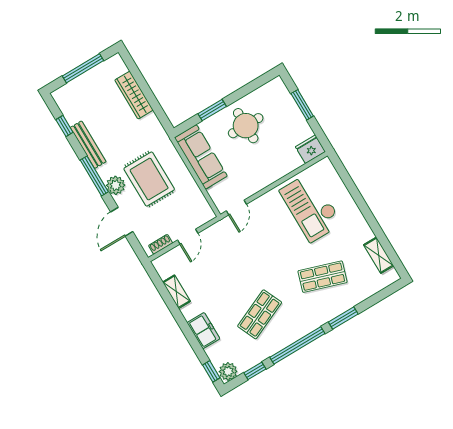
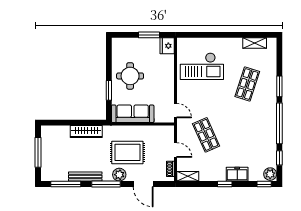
wardrobe: (134, 95) -> (86, 132), moved
window: (302, 105) -> (149, 35), moved
window: (64, 126) -> (66, 184), width x2.17
shelving: (176, 292) -> (188, 176), moved
shop shelf: (260, 314) -> (206, 135), moved
window: (182, 323) -> (225, 184), added

